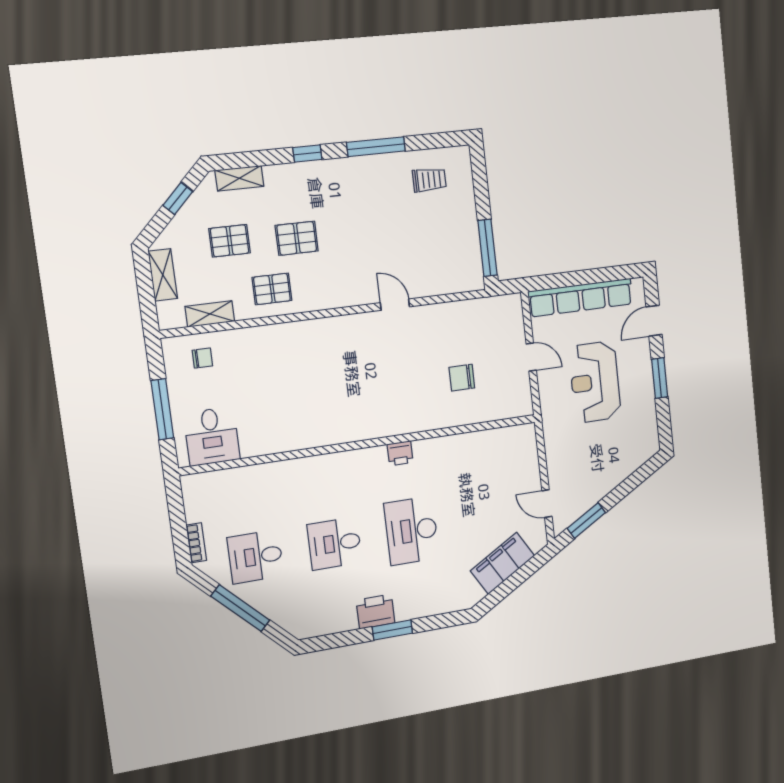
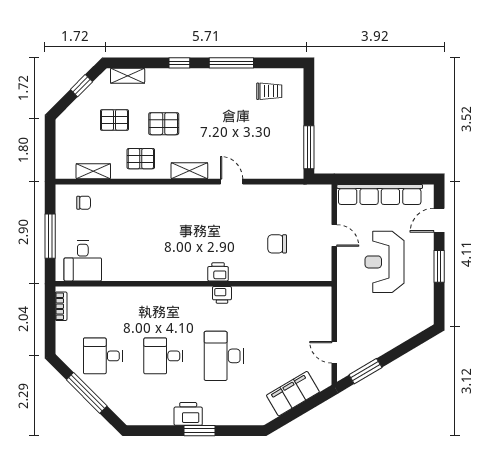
shelving: (163, 275) -> (189, 171), moved, turned 90
printer: (392, 424) -> (218, 272), added
bookcase: (196, 543) -> (61, 306), moved

